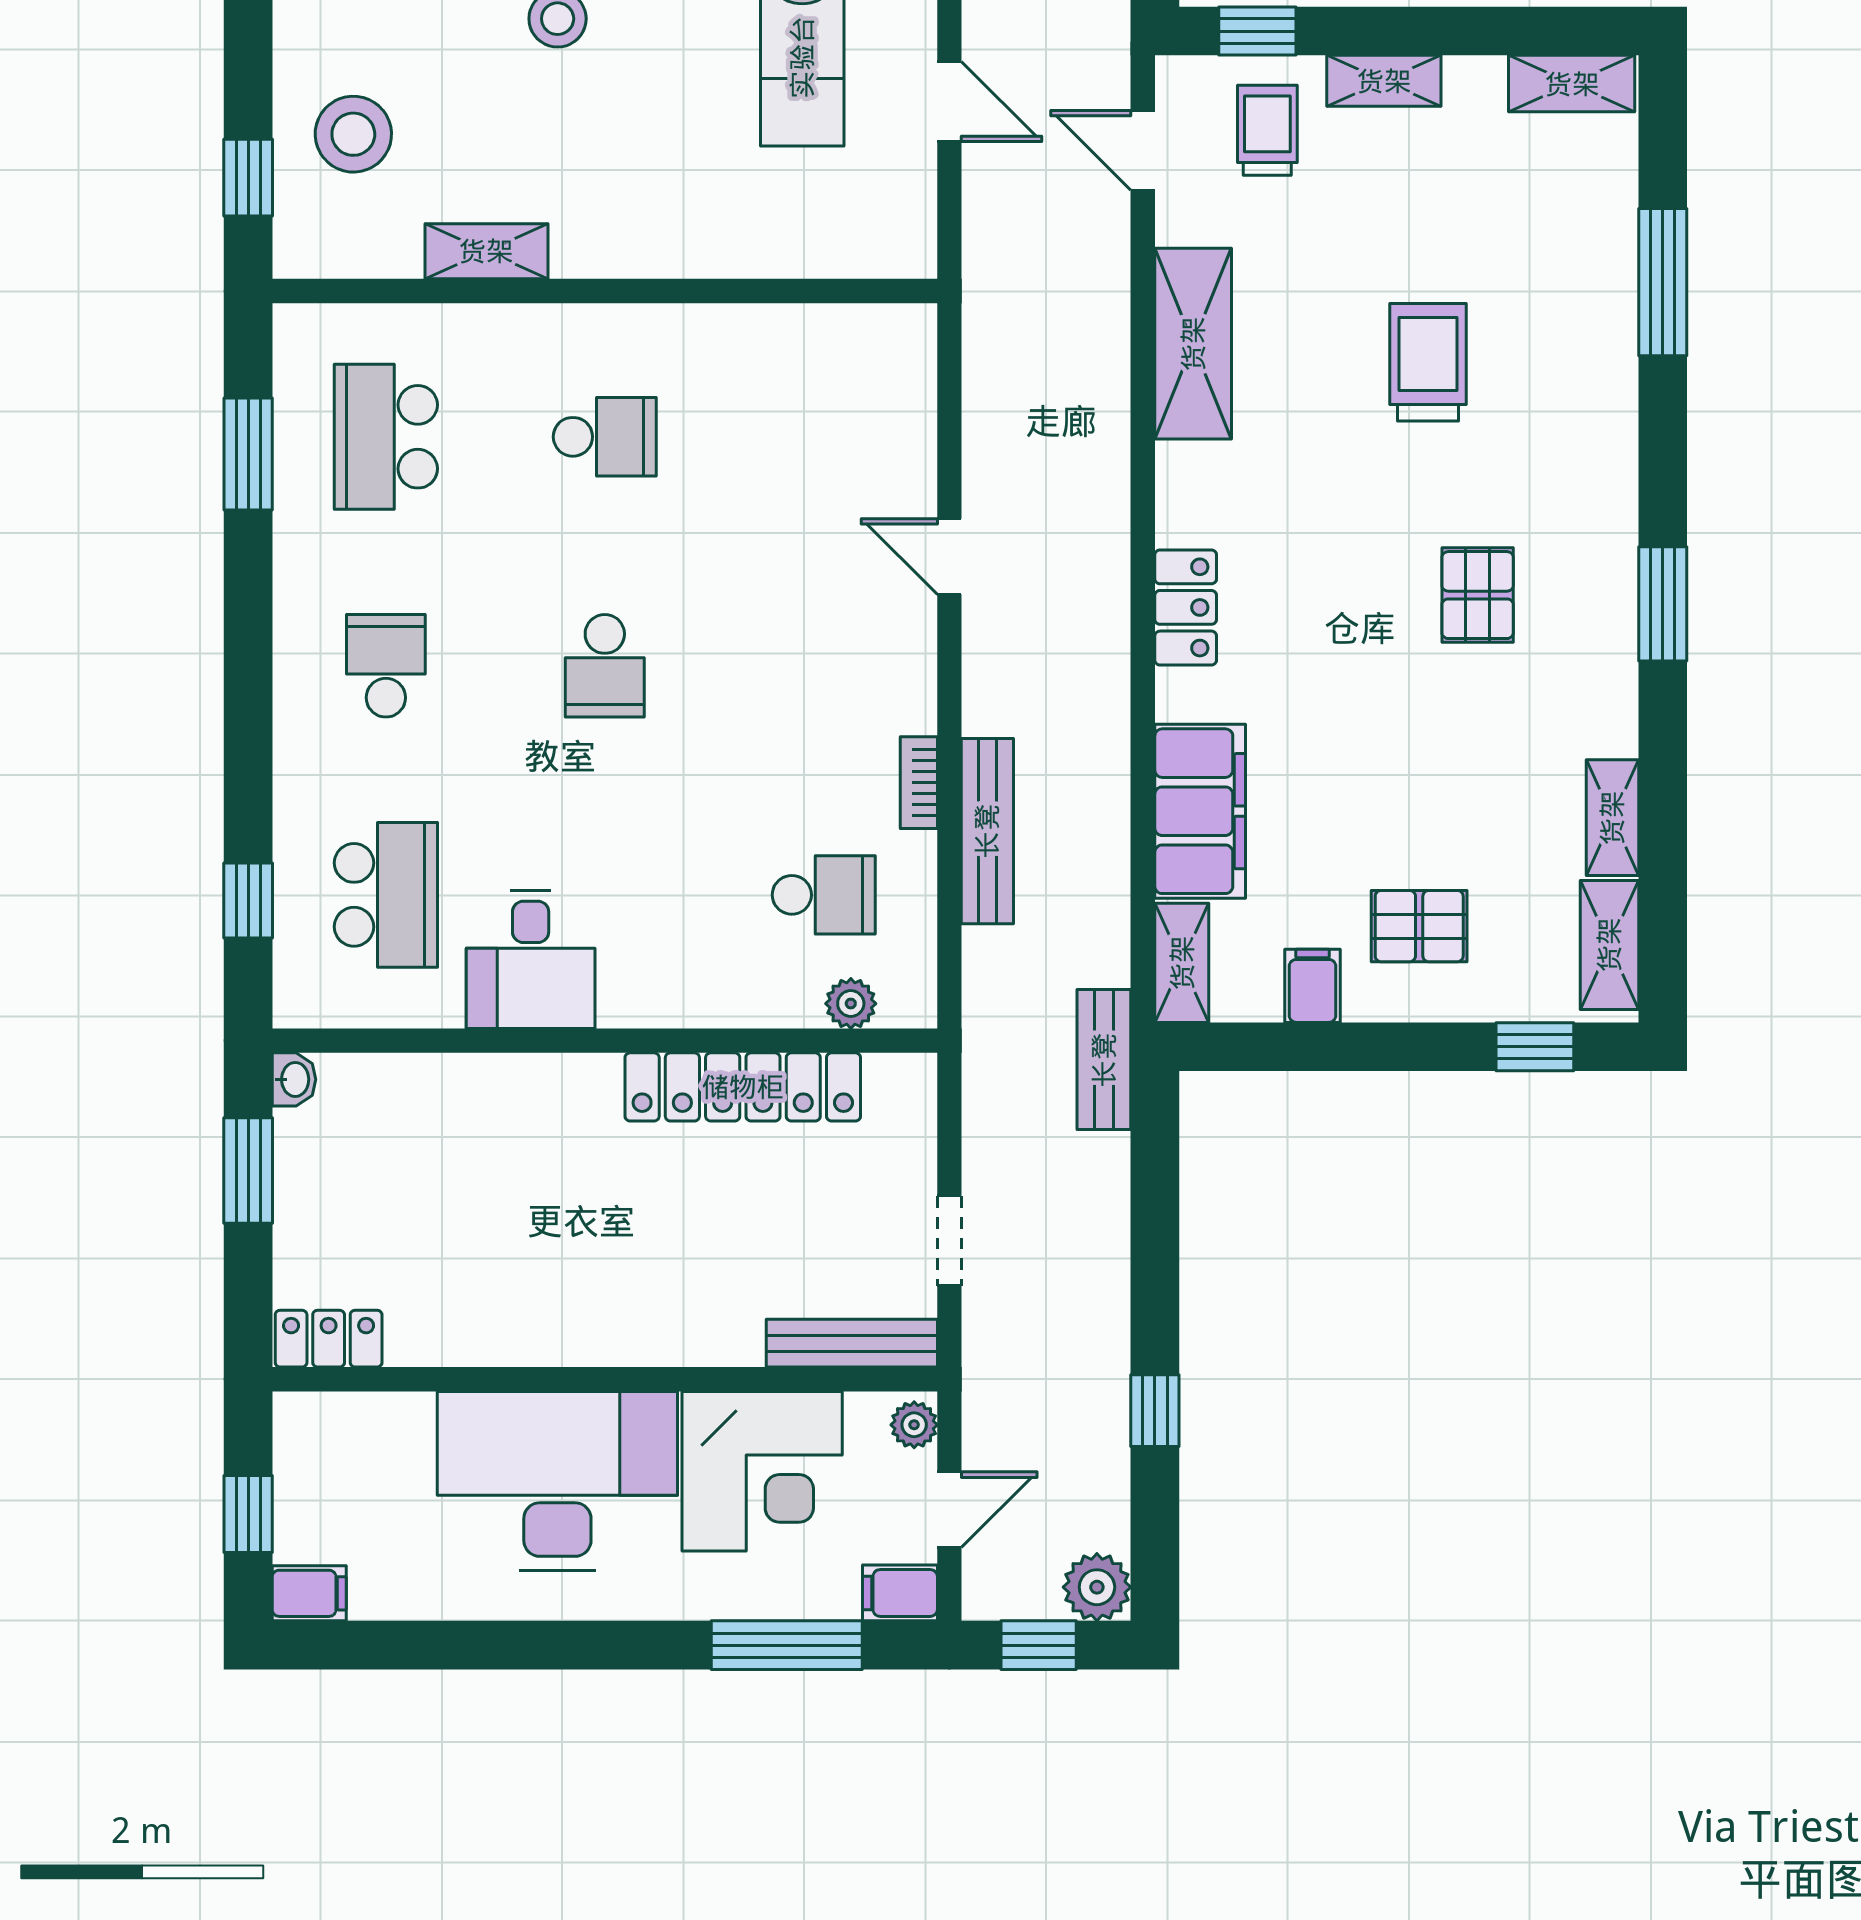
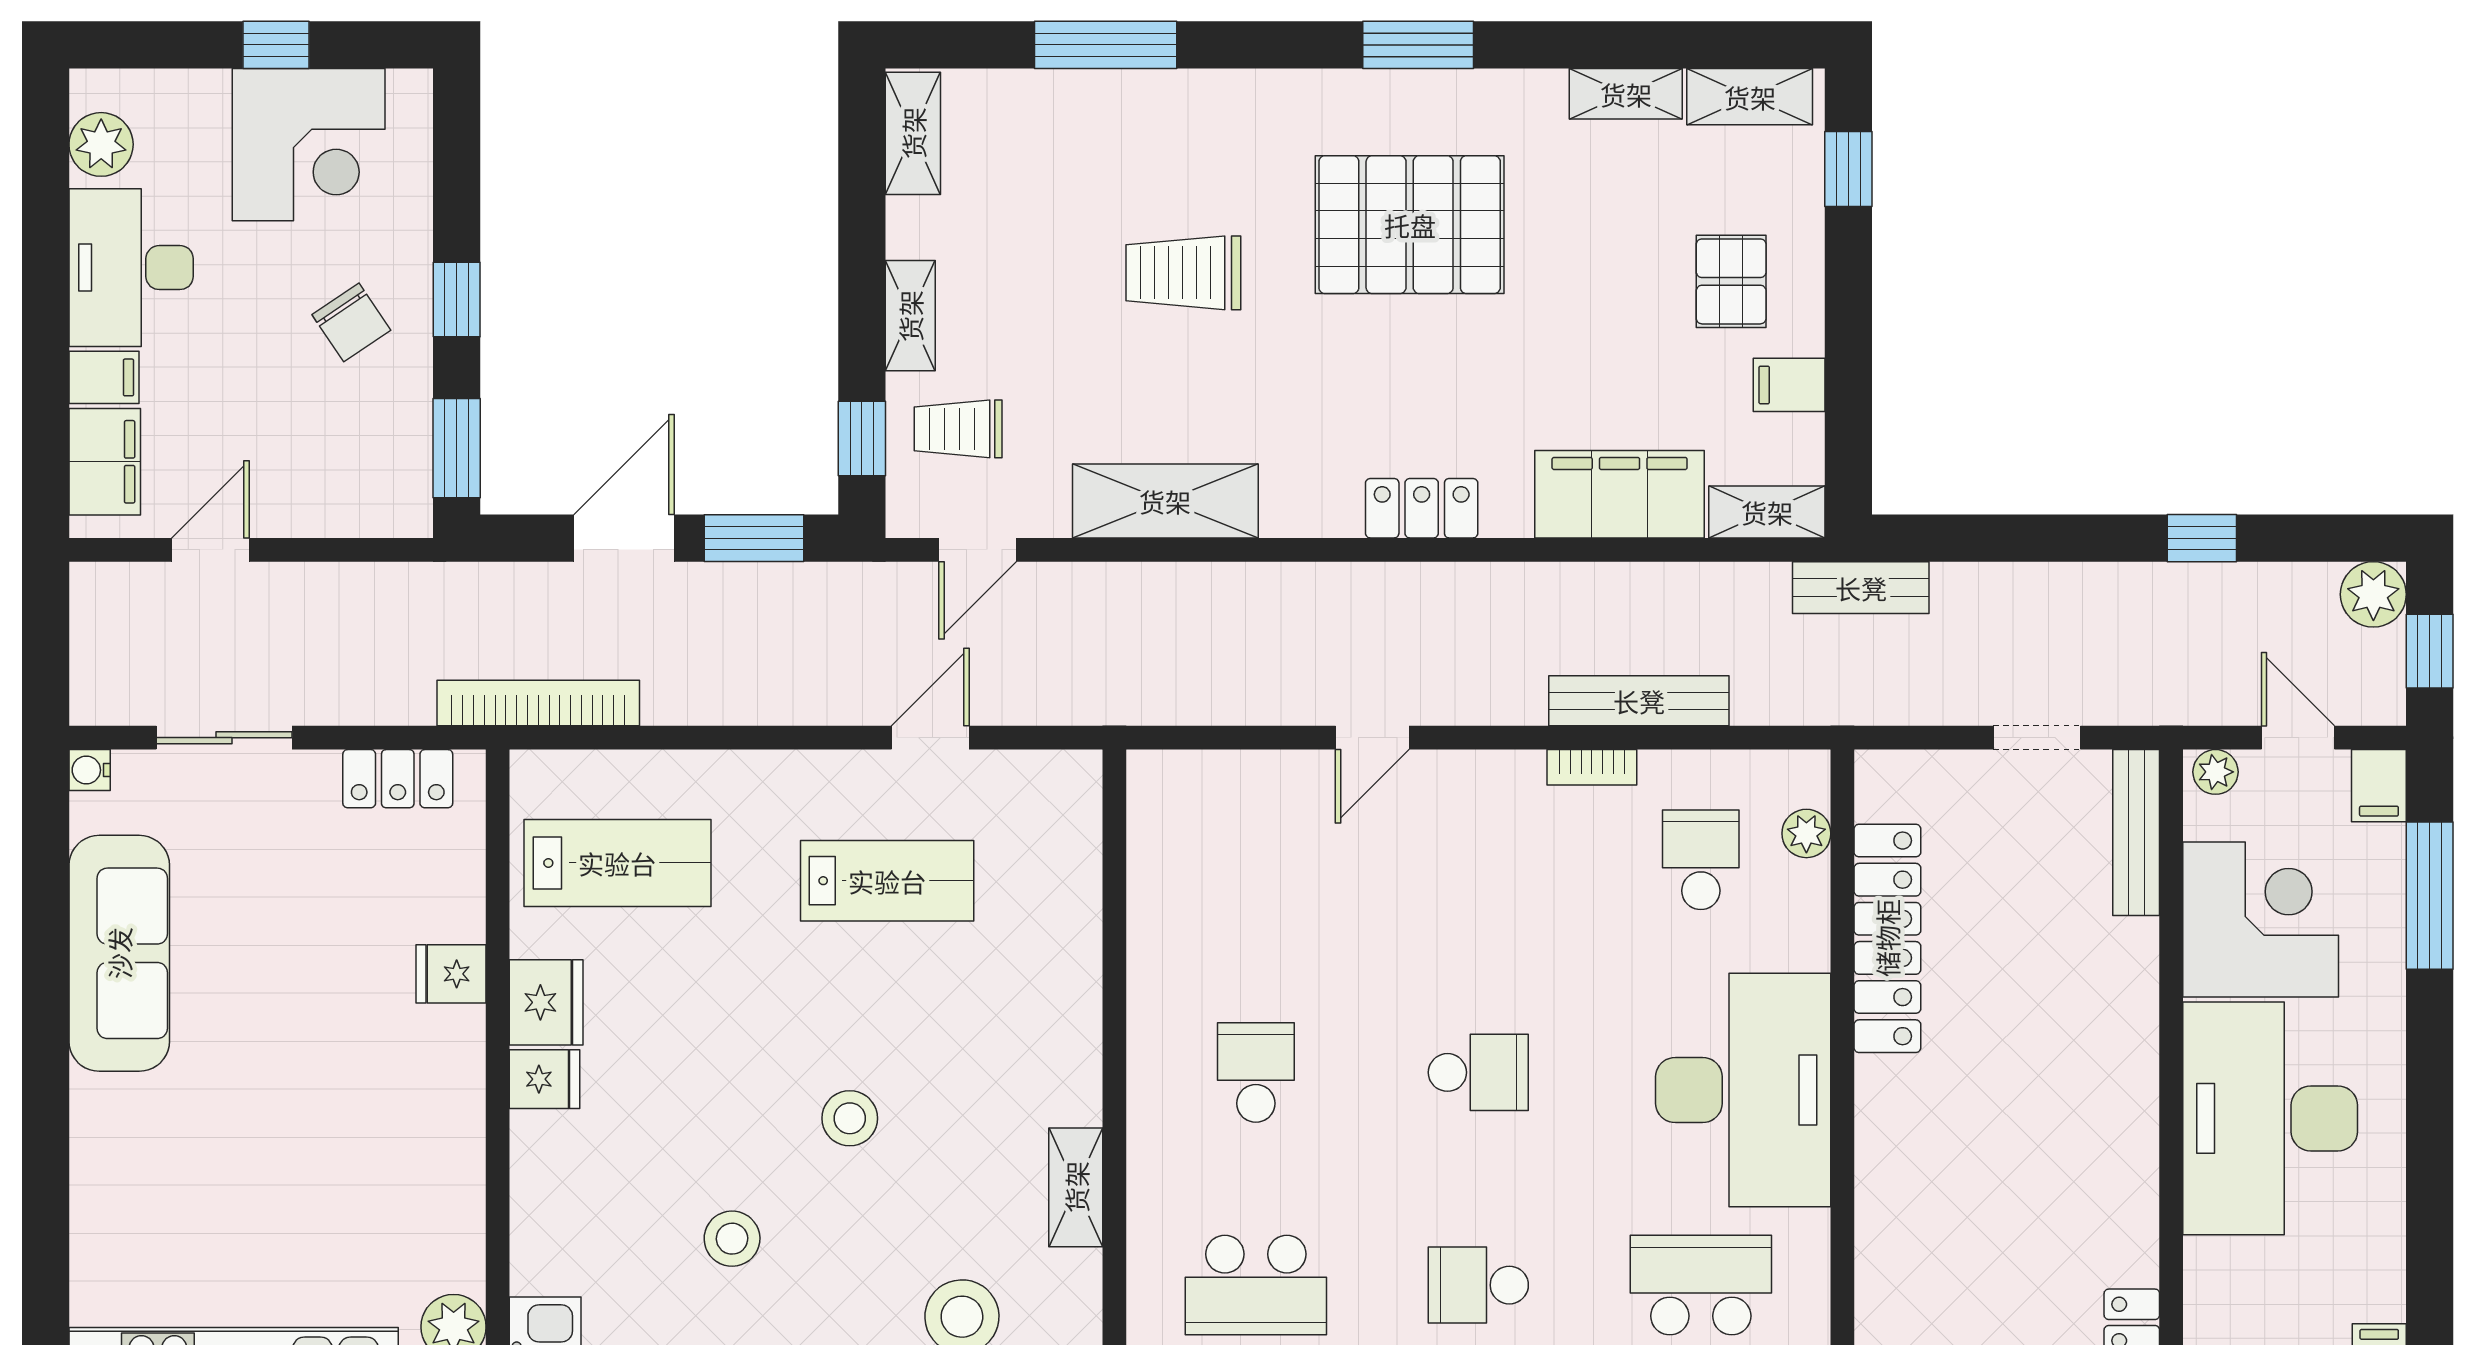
pallet: (1478, 595) -> (1410, 225), width x2.05, depth x2.00
desk: (531, 959) -> (1743, 1090), width x1.87, depth x1.30

